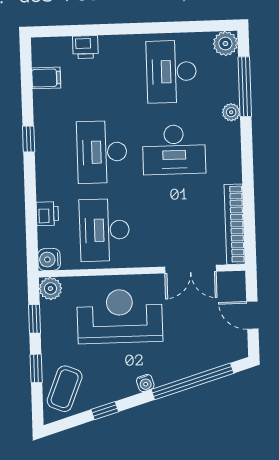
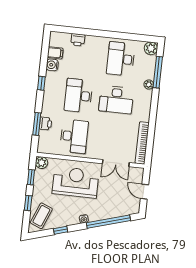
window: (31, 217) -> (37, 124), added
desk: (104, 230) -> (74, 136), turned 180
water cooler: (49, 259) -> (52, 65), moved

